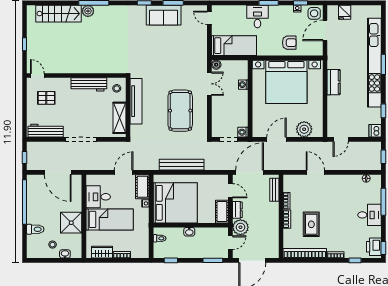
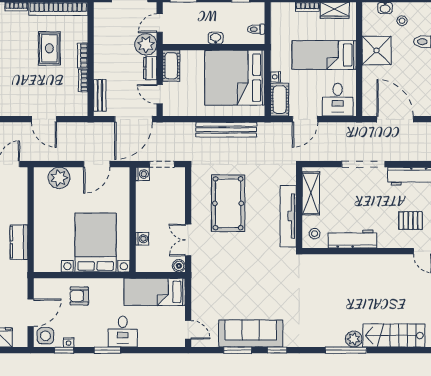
sofa: (164, 15) -> (251, 334), width x1.36
bed with nightstands: (286, 82) -> (96, 243), width x0.73
desk: (98, 197) -> (338, 100), moved, turned 90

